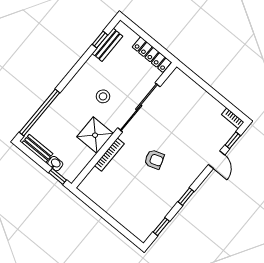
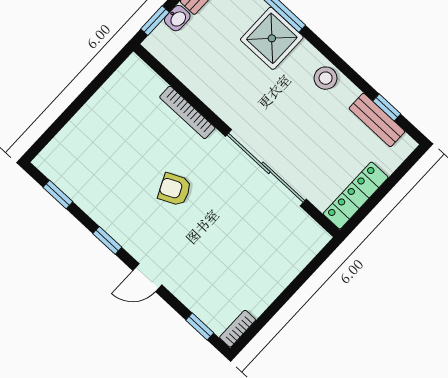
stool: (103, 96) -> (326, 78), moved
shower: (95, 135) -> (272, 38), moved
armchair: (154, 159) -> (175, 189), turned 84
door: (217, 160) -> (147, 278), moved

